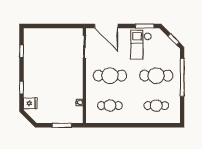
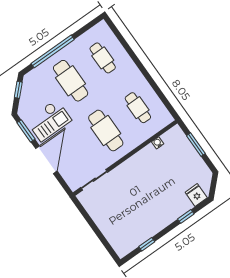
door: (106, 26) -> (46, 160), moved

